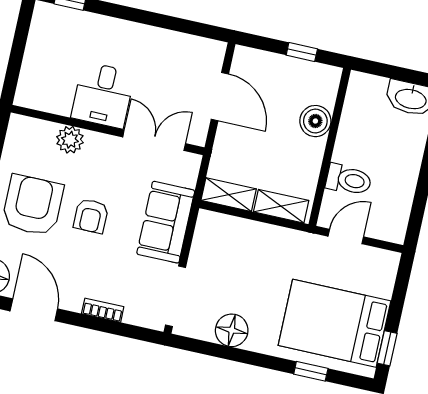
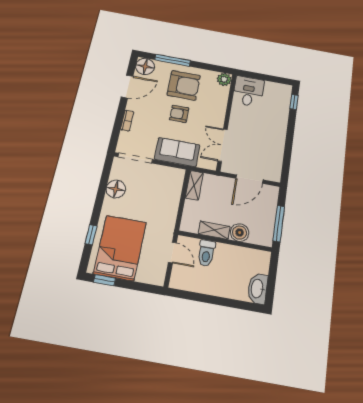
window: (302, 52) -> (279, 224), width x2.17
desk: (103, 95) -> (248, 91), moved, turned 90
plant: (70, 140) -> (224, 79), moved
double door: (154, 140) -> (223, 145), swing flipped
shelving: (281, 206) -> (214, 230), moved, turned 90

